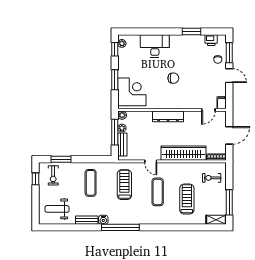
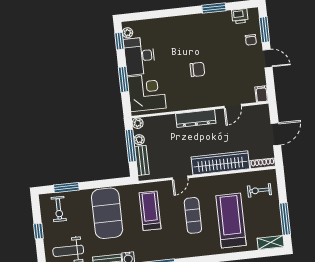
desk: (155, 46) -> (139, 56), moved, turned -90
door: (208, 110) -> (233, 106), moved
door: (151, 161) -> (180, 178), hinge flipped
window: (35, 179) -> (38, 231), moved
exercise mat: (91, 183) -> (107, 213), width x2.00, depth x1.45
treadmill: (187, 199) -> (231, 220), width x1.37, depth x1.38

